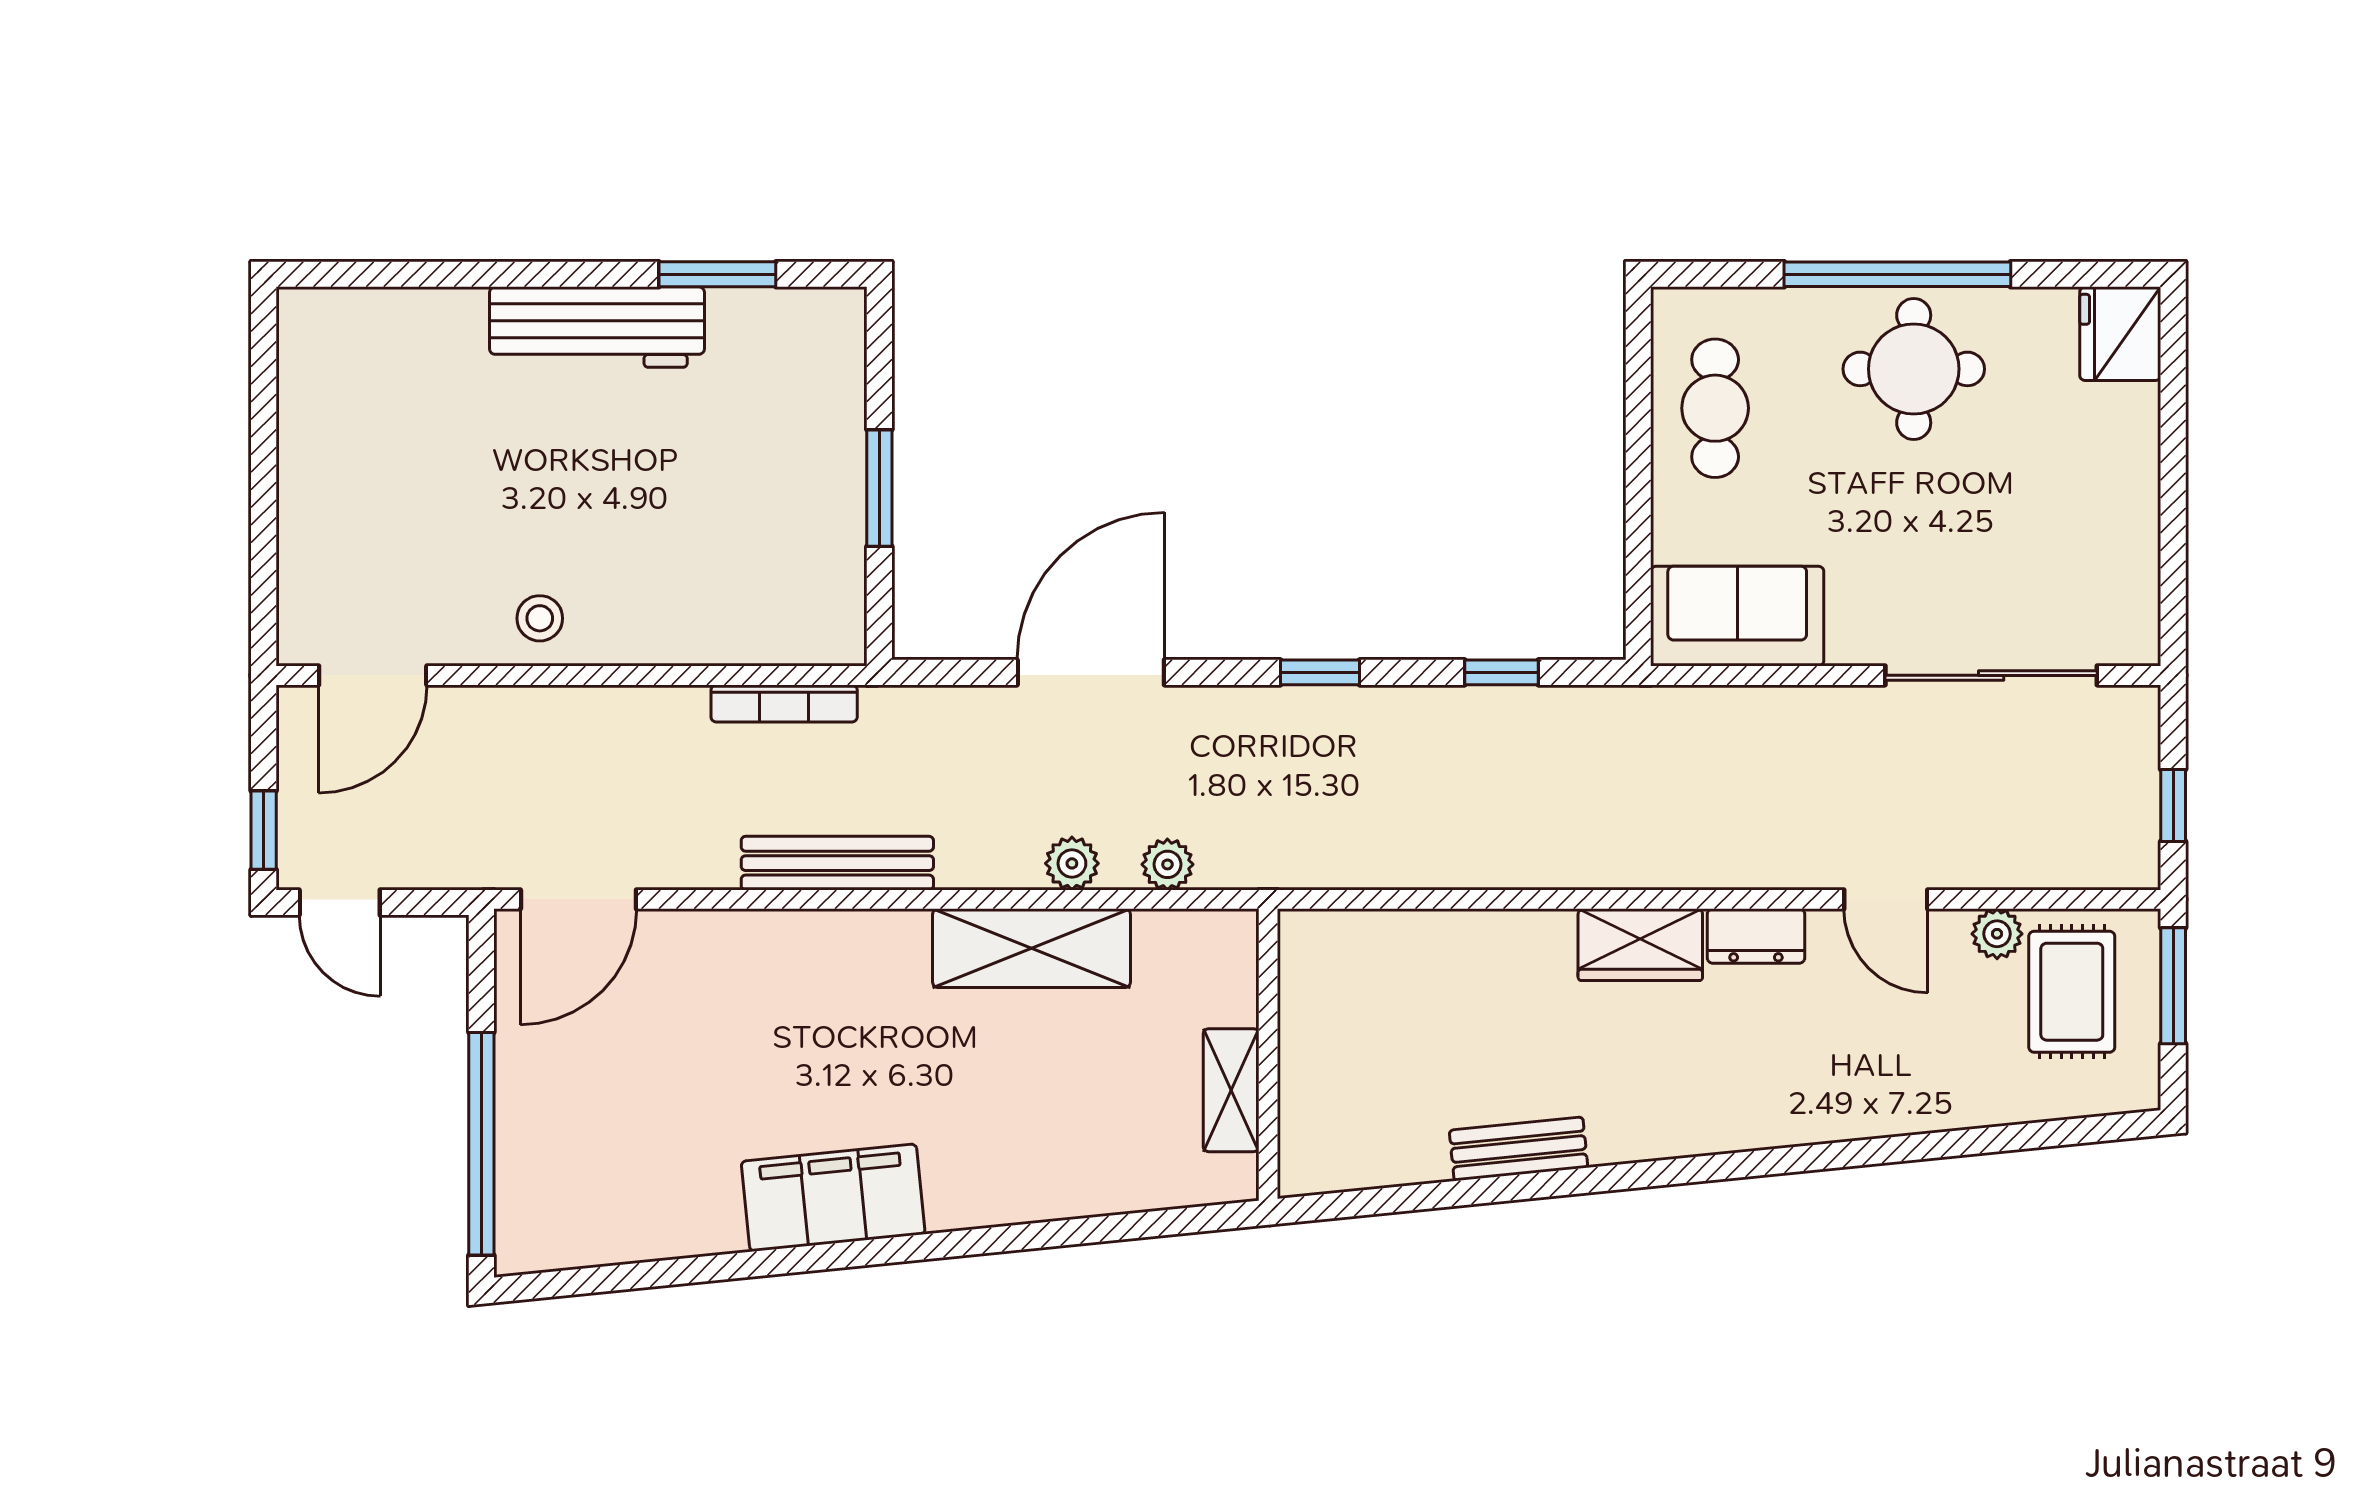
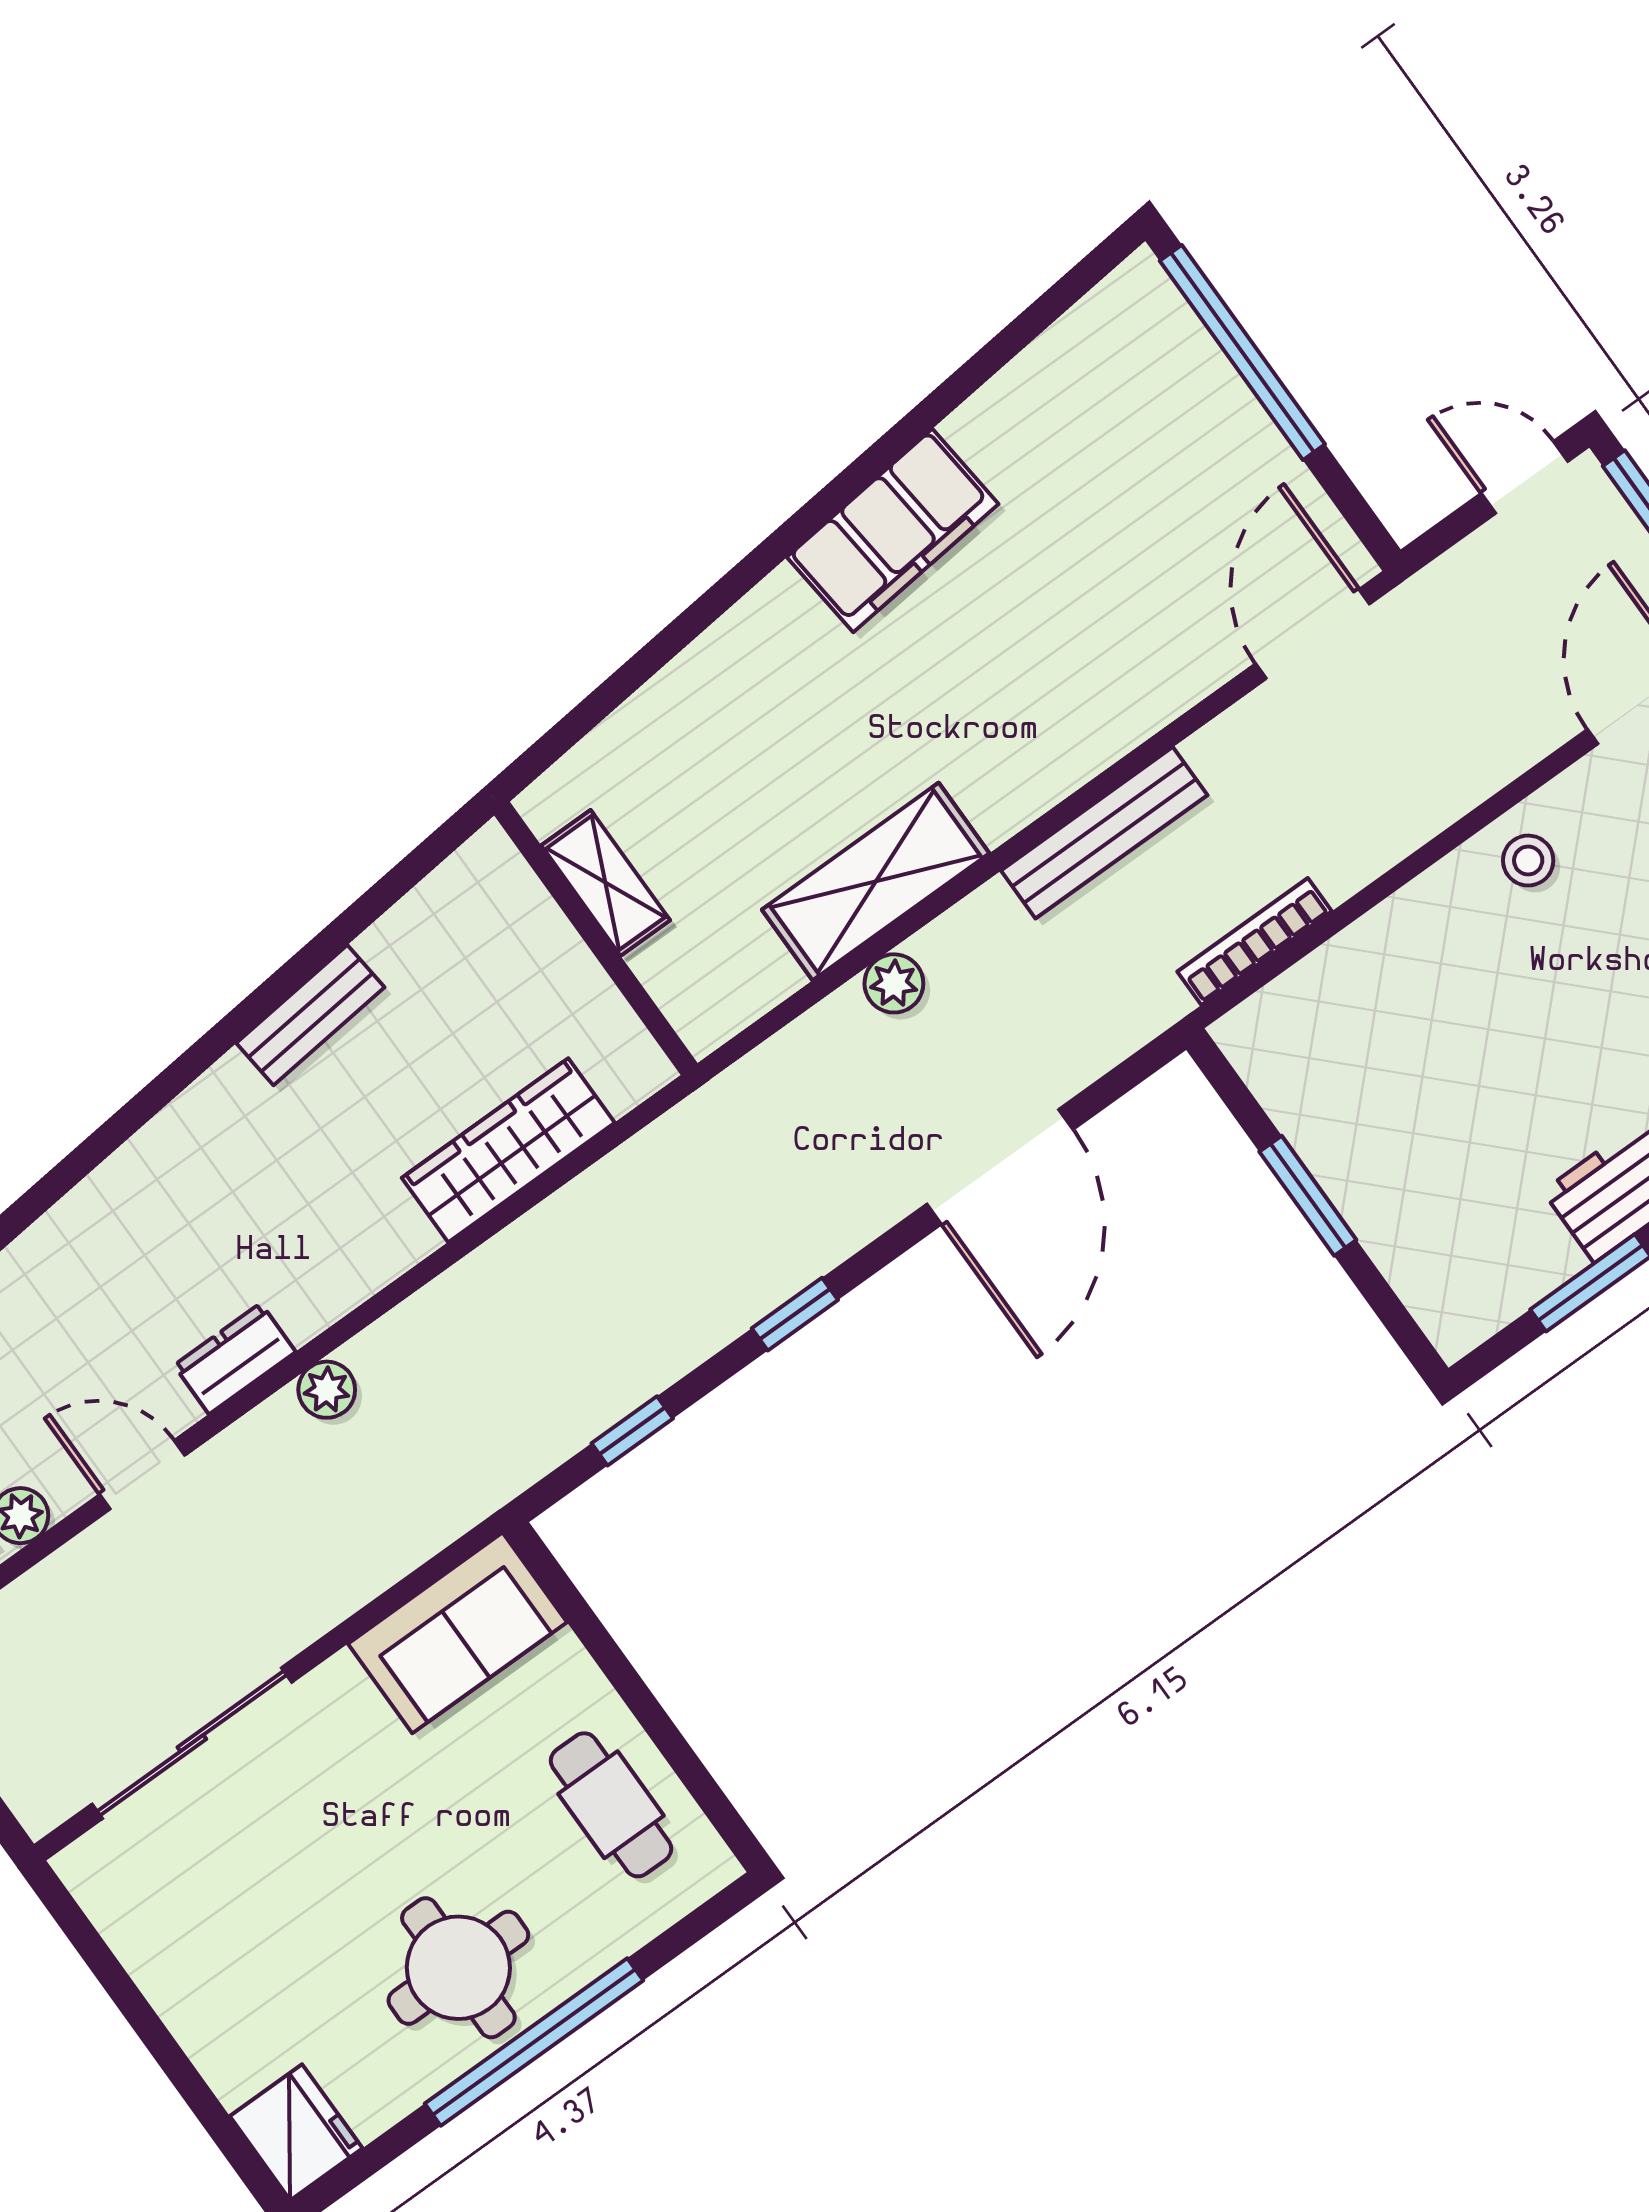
plant: (1167, 864) -> (327, 1390), moved
wardrobe: (1640, 945) -> (508, 1150), moved, width x1.50

